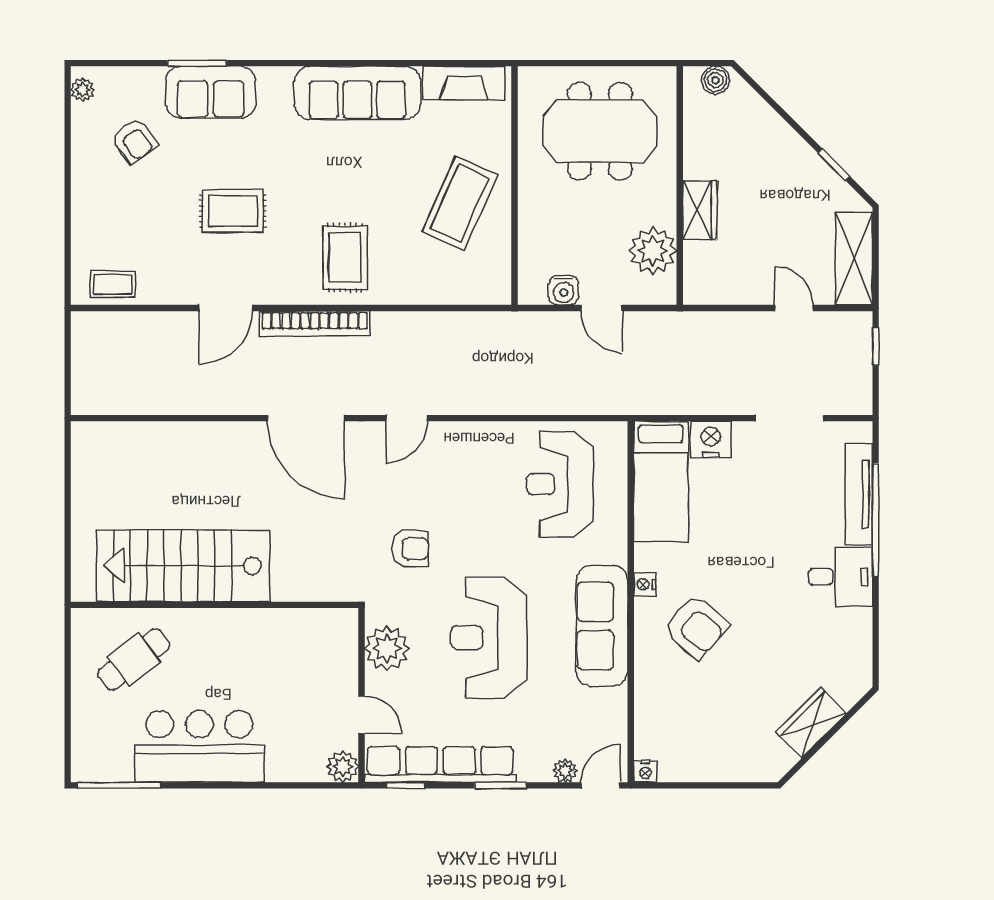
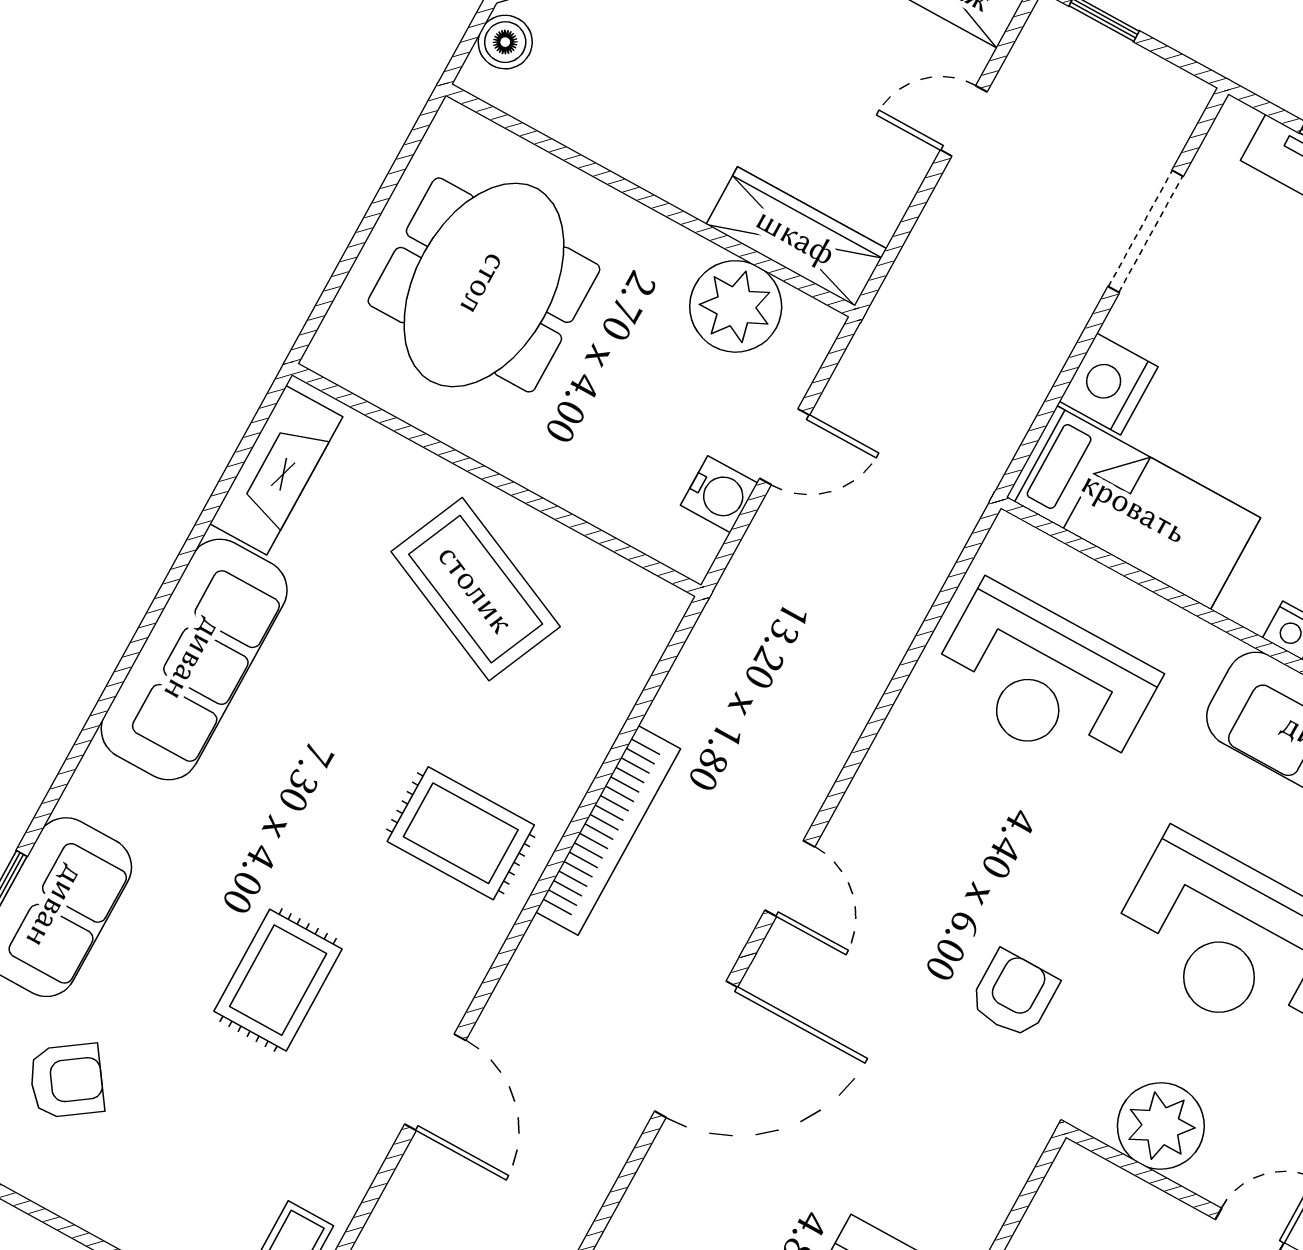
wardrobe: (700, 210) -> (796, 236), moved, width x1.50
bookcase: (315, 324) -> (608, 830), moved

